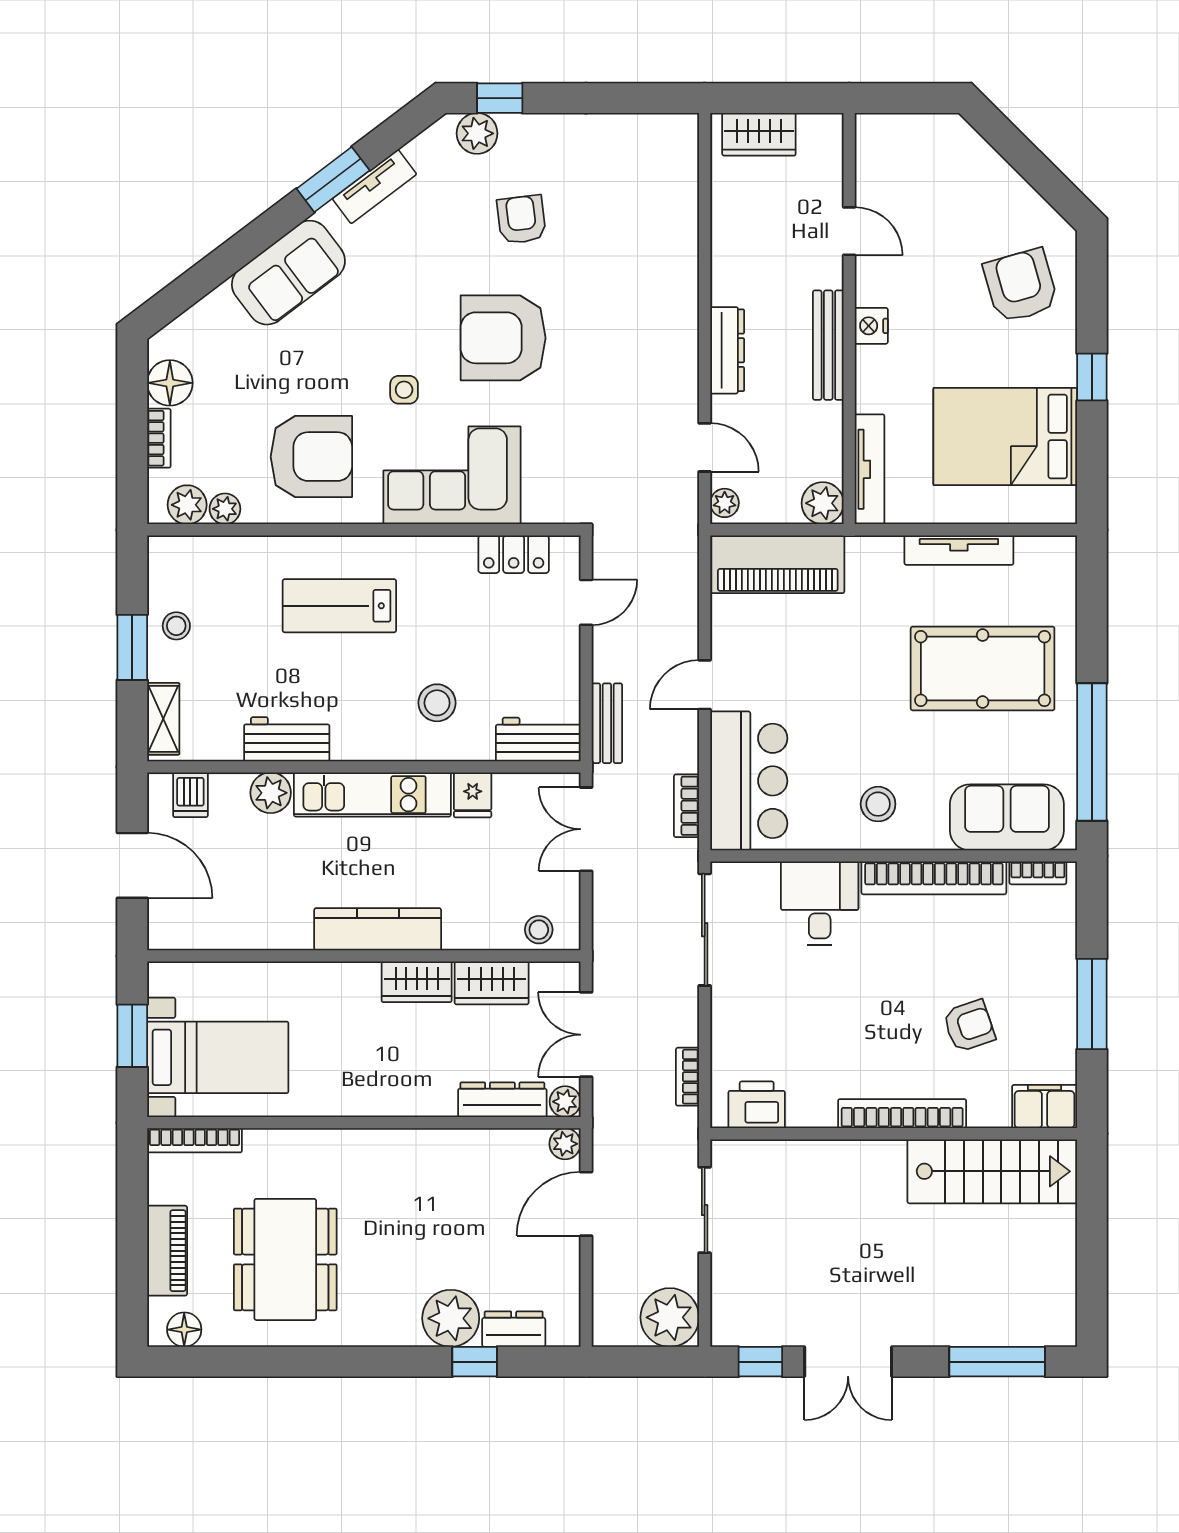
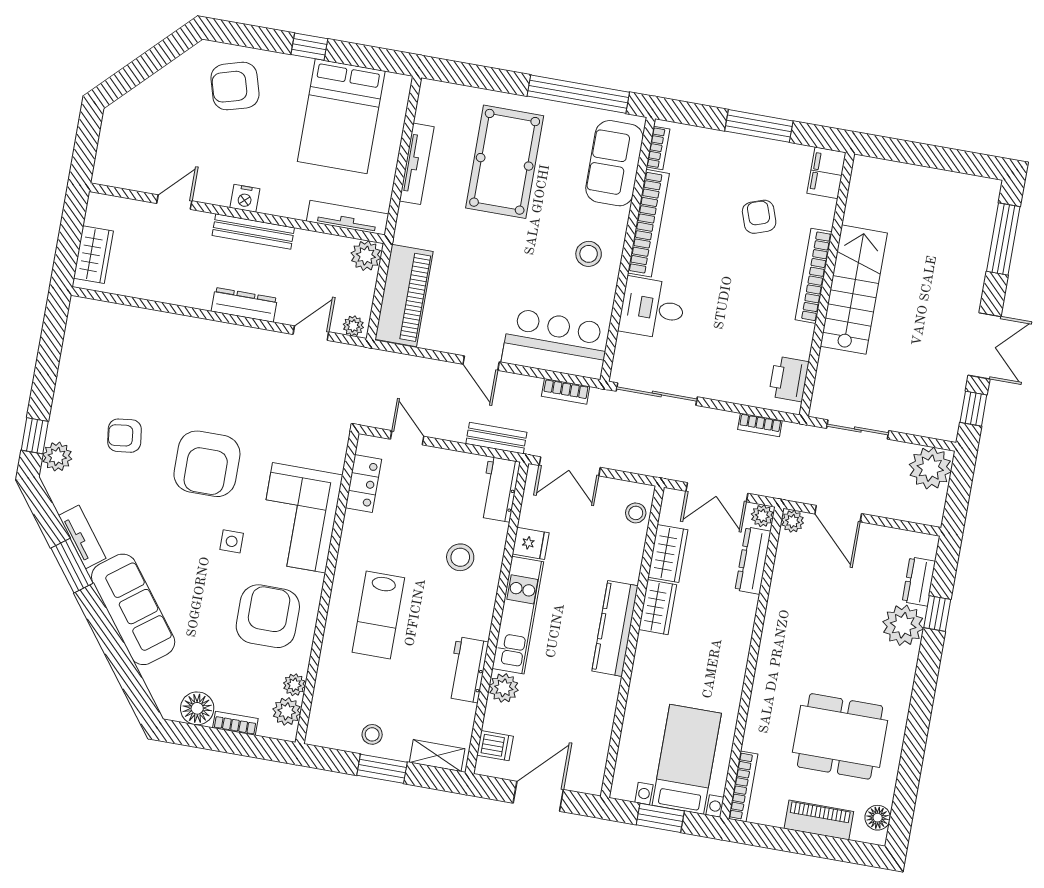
sofa: (288, 273) -> (133, 609), width x1.36
stairs: (992, 1171) -> (854, 290), moved

